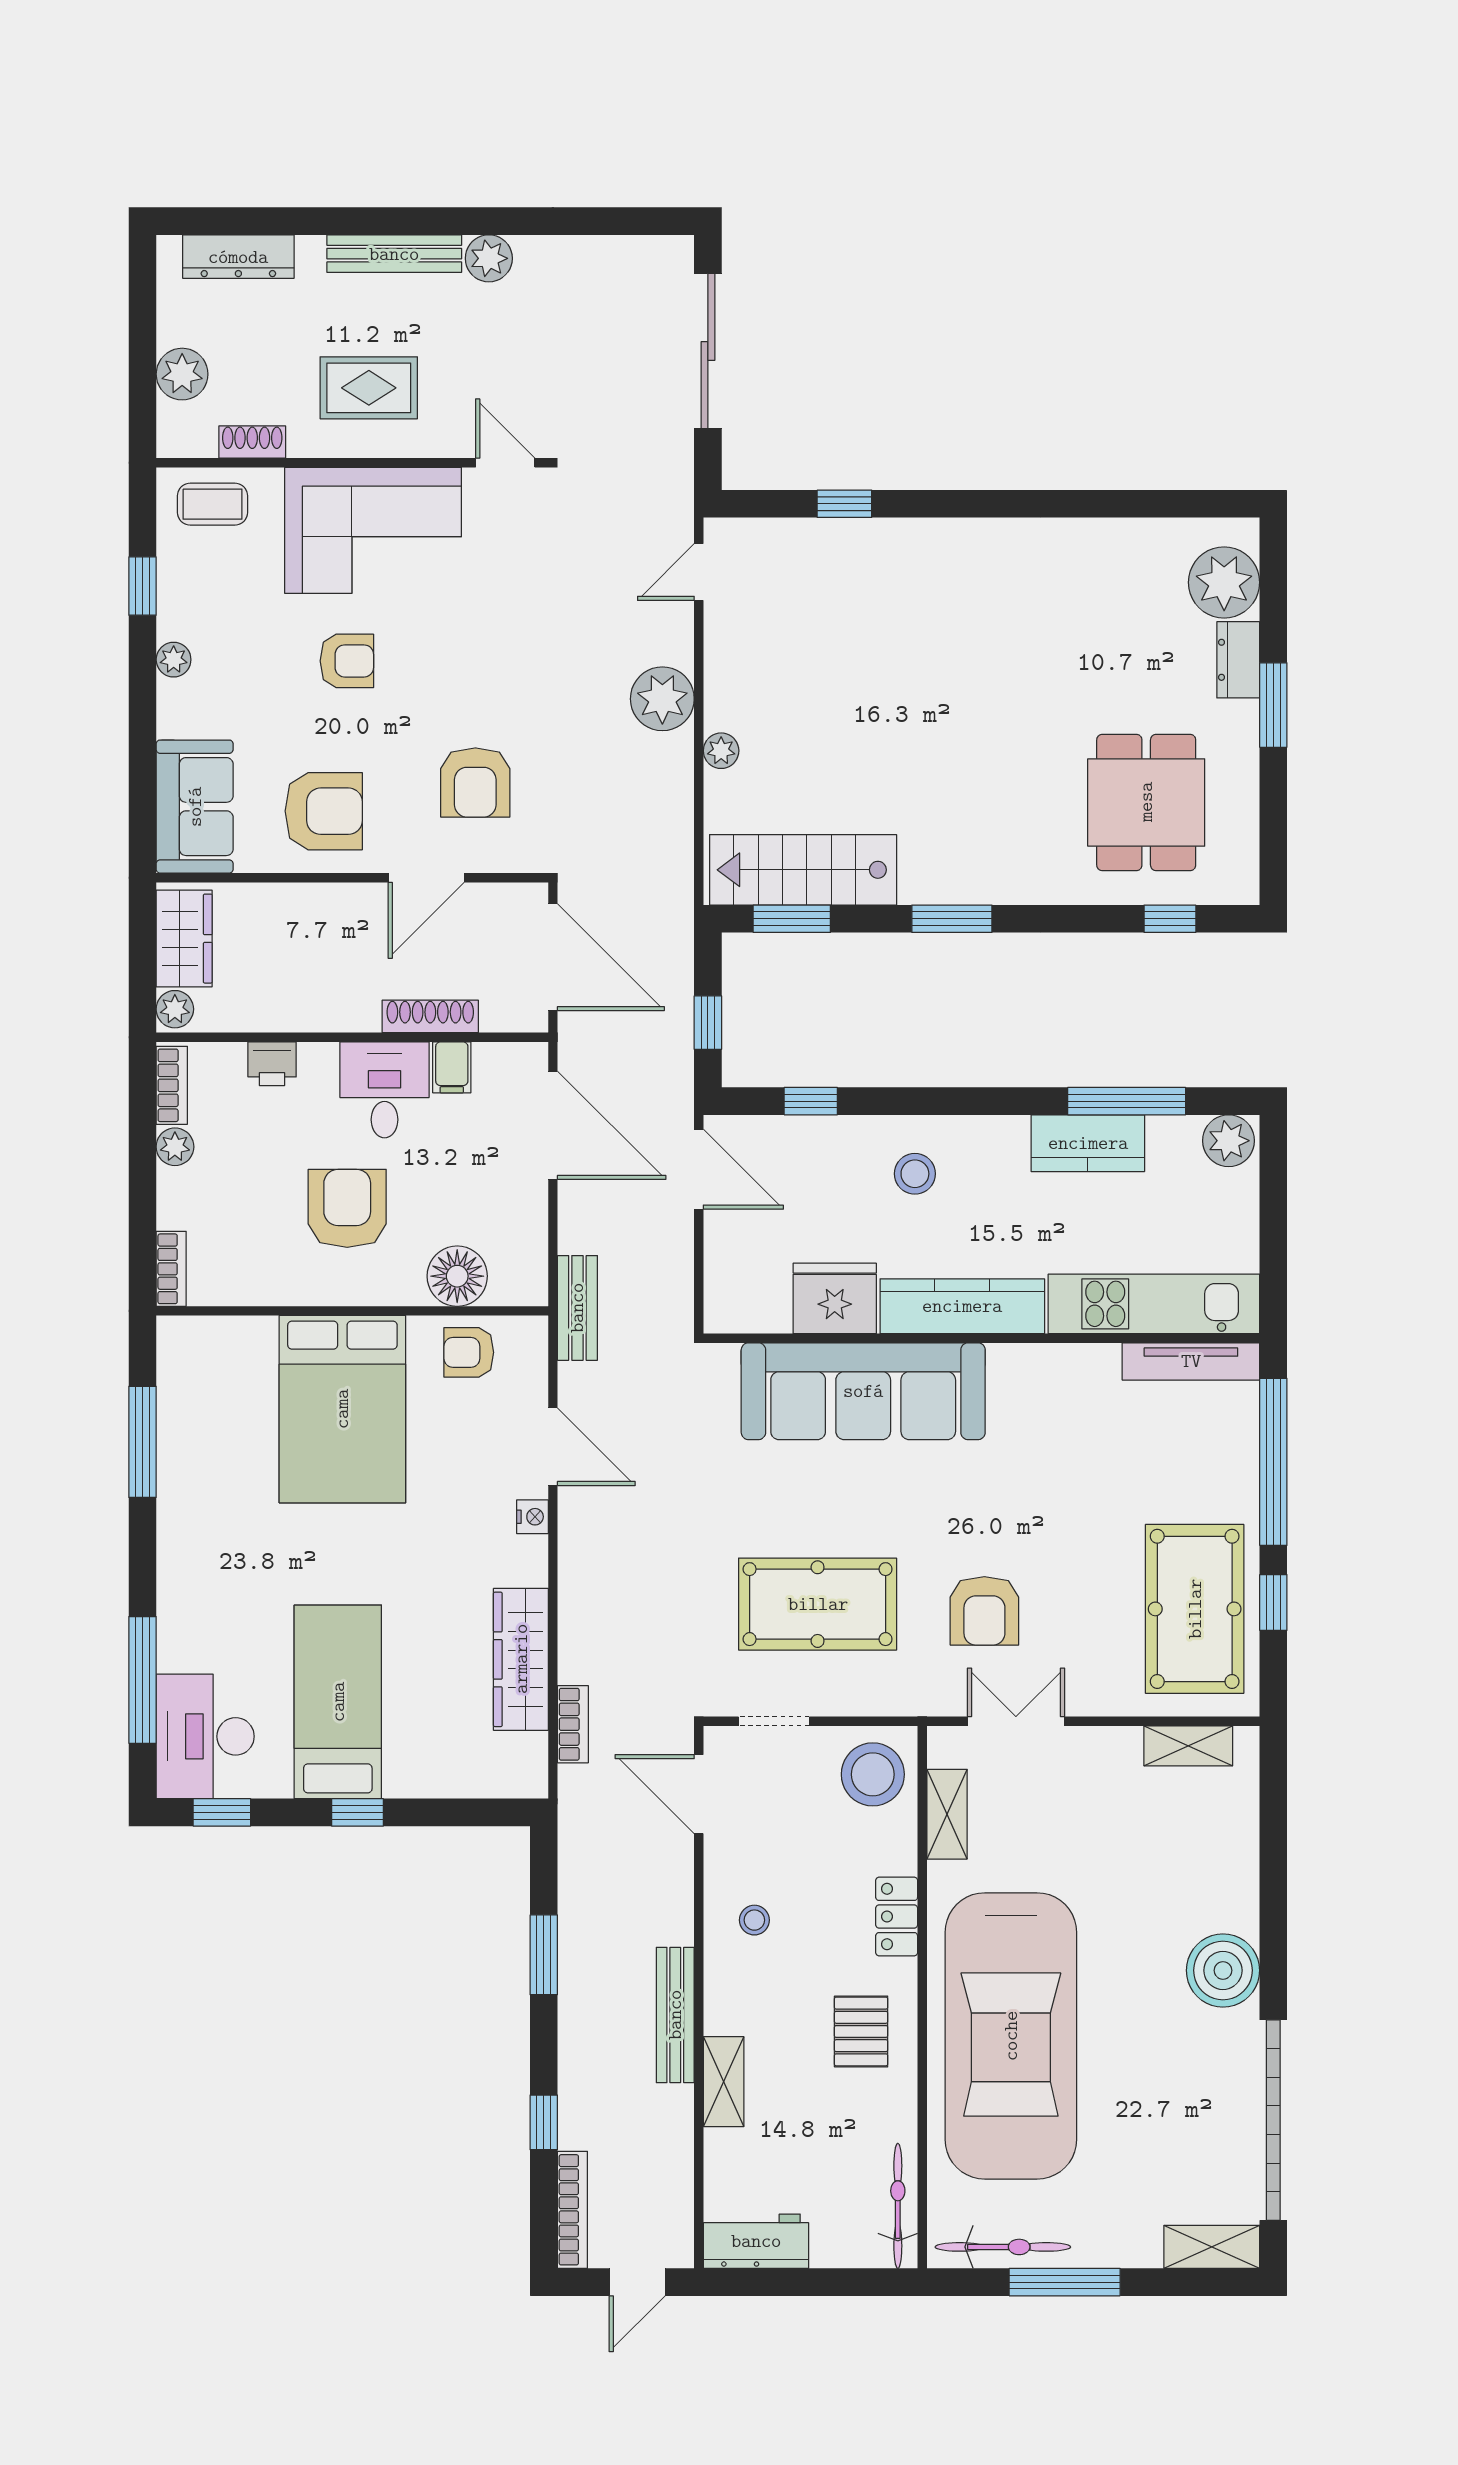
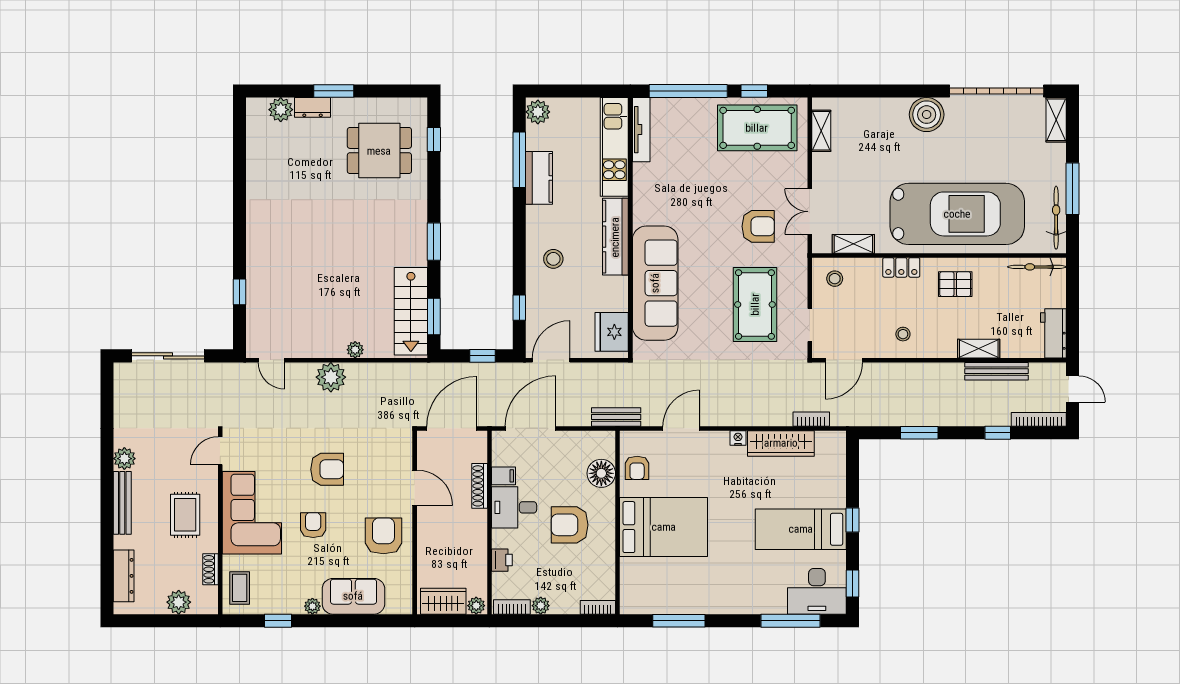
plant: (1224, 582) -> (281, 110), width x0.73, depth x0.73
armchair: (475, 782) -> (327, 469), moved
sofa: (195, 807) -> (353, 596), moved
fridge: (835, 1298) -> (612, 332), moved
nightstand: (532, 1517) -> (738, 438), moved
stool: (873, 1774) -> (835, 279), width x0.53, depth x0.53
bench: (675, 2015) -> (997, 371), moved

